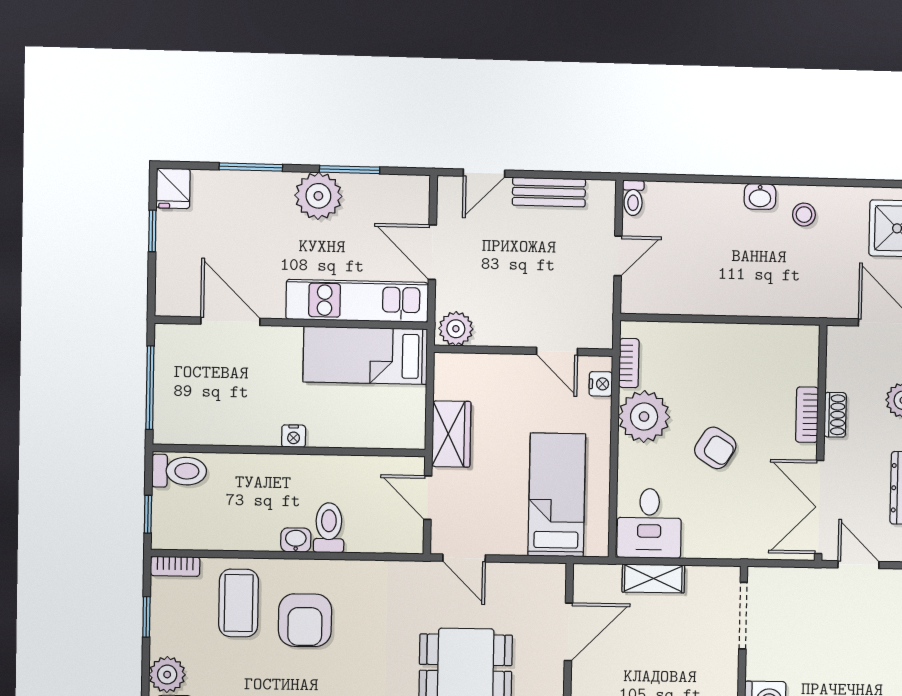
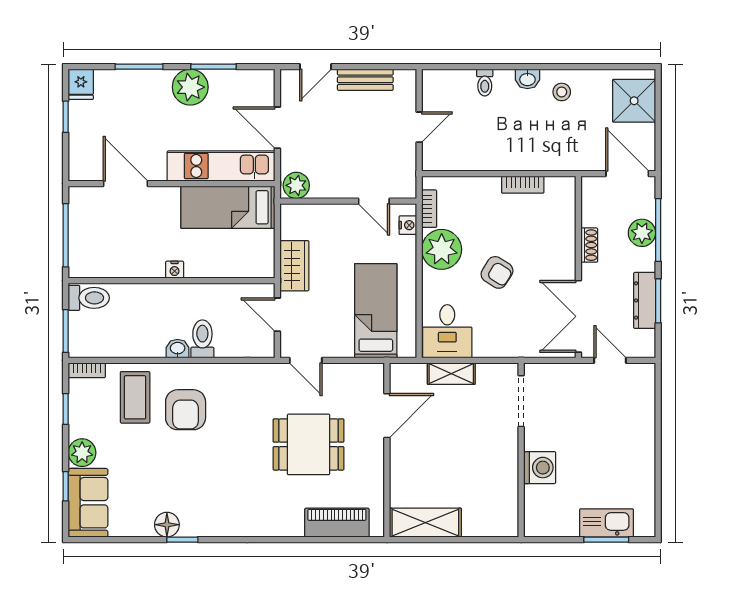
toilet: (633, 198) -> (485, 83), moved
bookcase: (807, 415) -> (523, 185), moved, turned -90
window: (148, 514) -> (66, 331), width x1.50

